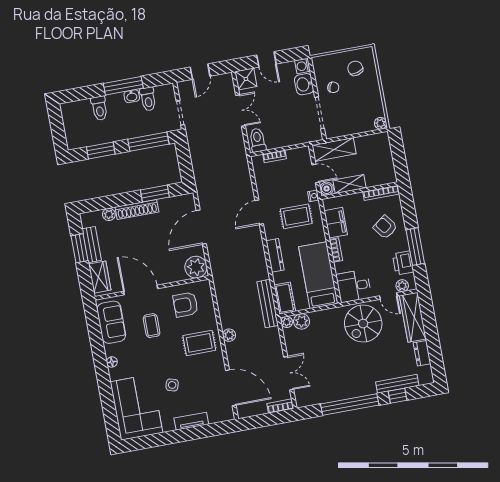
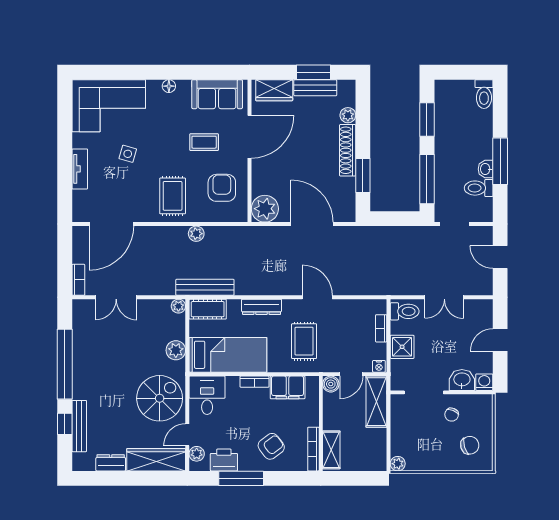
shower: (246, 79) -> (402, 347), moved
toilet: (99, 108) -> (484, 94), moved, turned -90
shelving: (349, 184) -> (331, 450), moved
nightstand: (313, 196) -> (379, 366), moved
plant: (302, 321) -> (176, 350), moved
spiral stairs: (363, 324) -> (160, 398), turned 90
plant: (229, 335) -> (196, 234), moved

